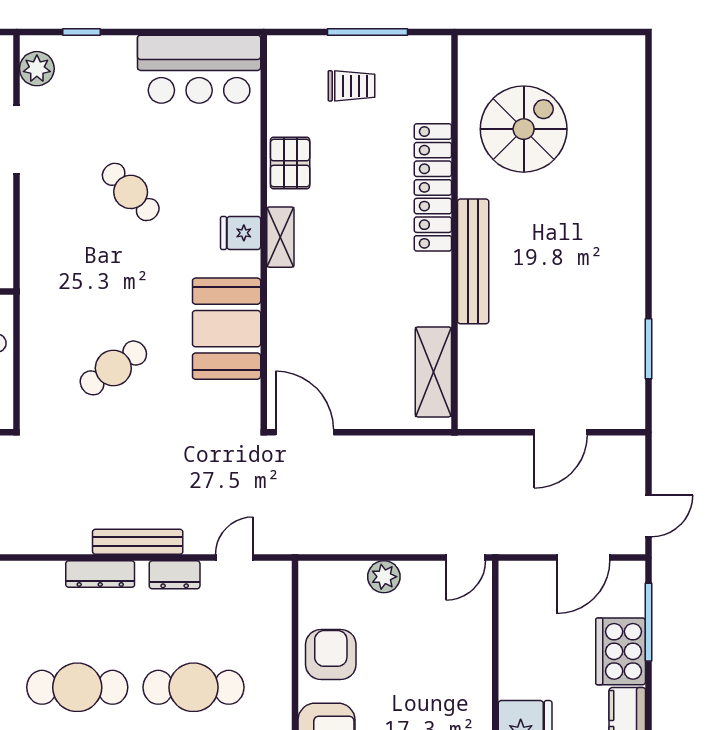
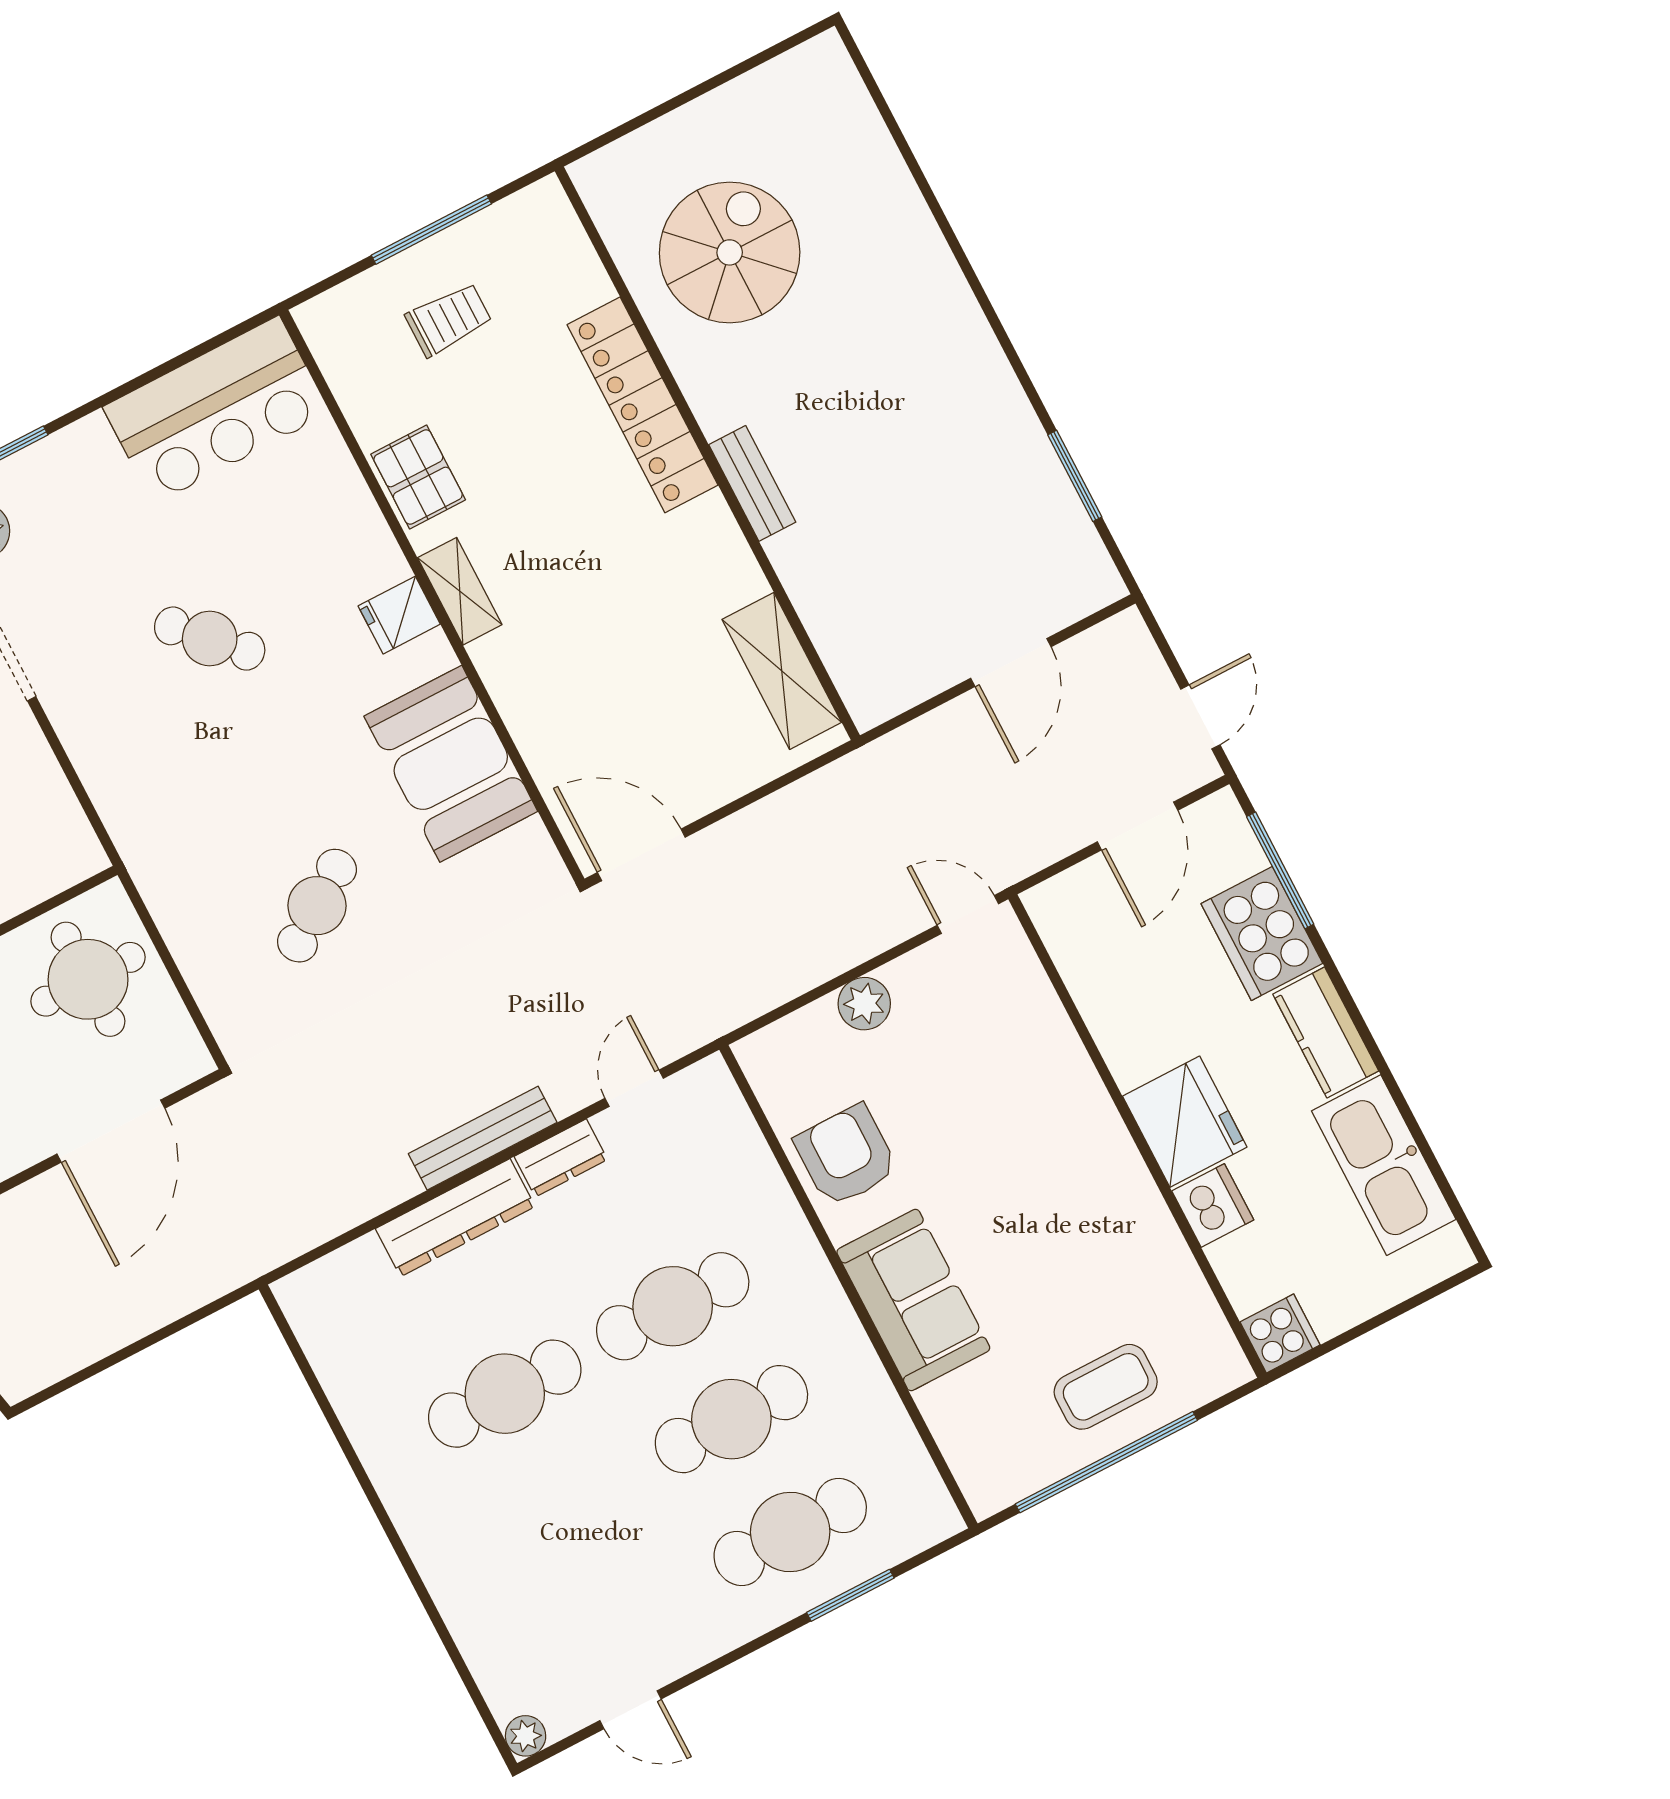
bench: (473, 261) -> (752, 483), width x0.54, depth x0.82
door: (466, 557) -> (968, 914), swing flipped
dresser: (100, 574) -> (455, 1218), width x1.37, depth x1.24

